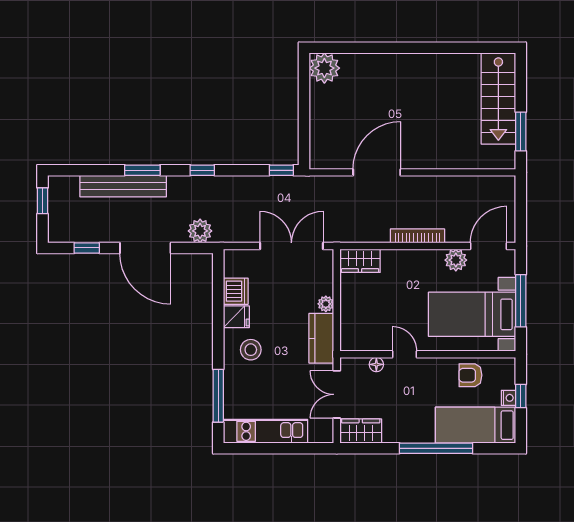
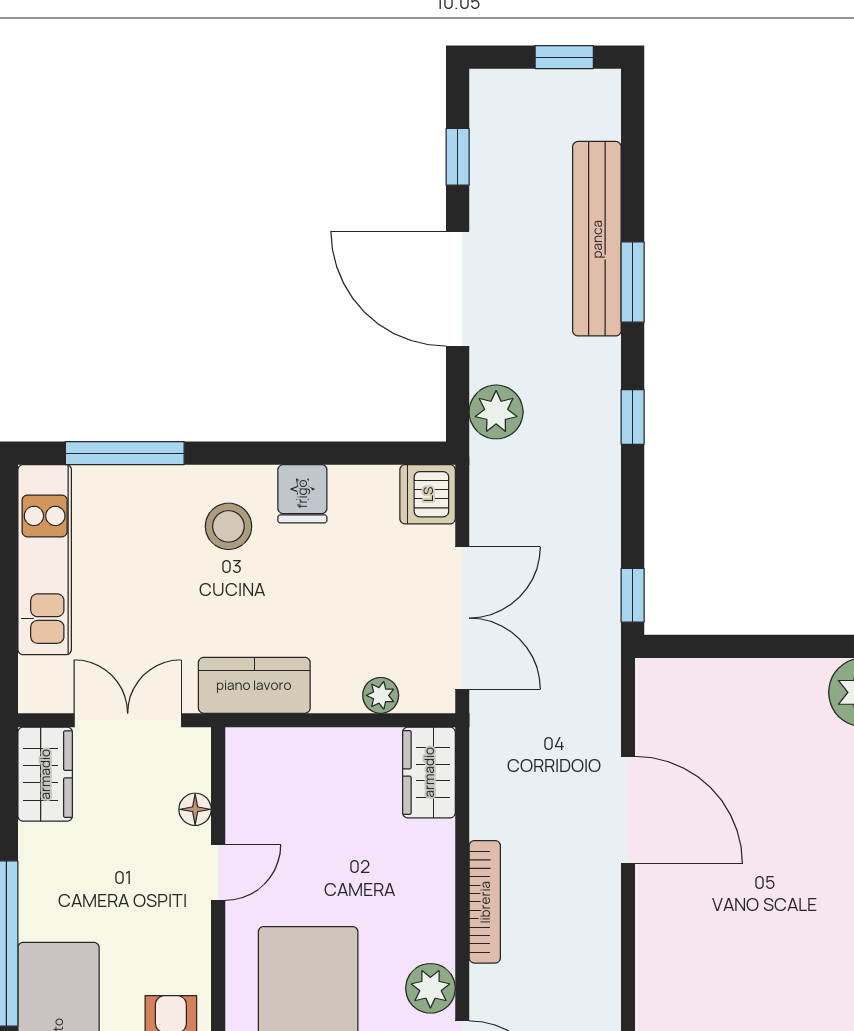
door: (145, 248) -> (458, 289), hinge flipped
dishwasher: (236, 291) -> (428, 494), moved, turned 90
plant: (326, 304) -> (381, 695), moved

